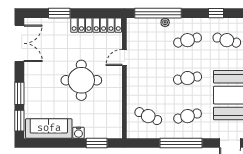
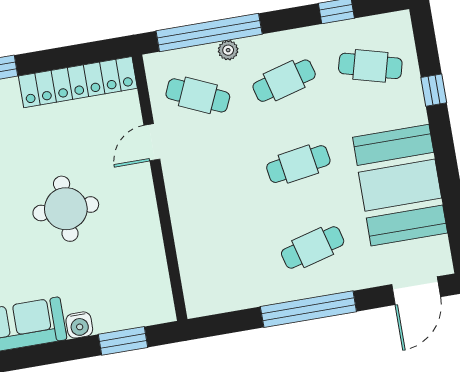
round table: (81, 80) -> (66, 209), width x0.73, depth x0.73
cafe table: (148, 116) -> (198, 95), moved

